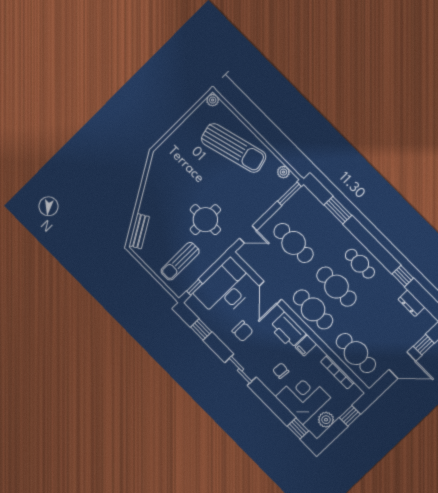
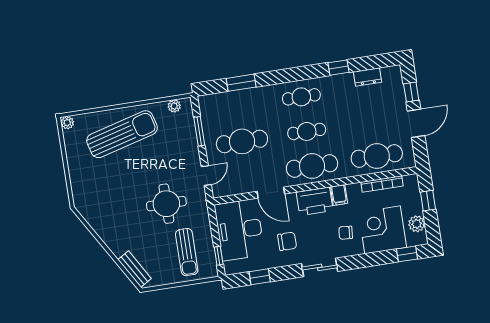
window: (289, 194) -> (199, 131), moved
cafe table: (336, 287) -> (307, 131), width x0.73, depth x0.74

